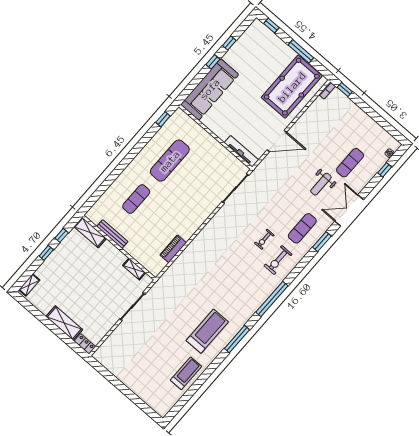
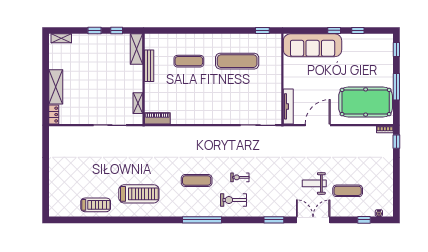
door: (277, 141) -> (318, 125), swing flipped
exercise mat: (302, 228) -> (197, 180), moved
piano: (173, 249) -> (157, 118), moved
window: (237, 339) -> (152, 220), removed

